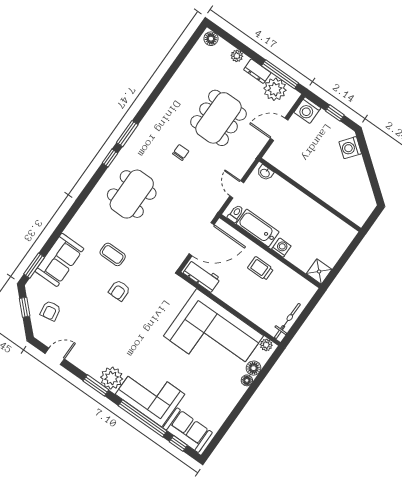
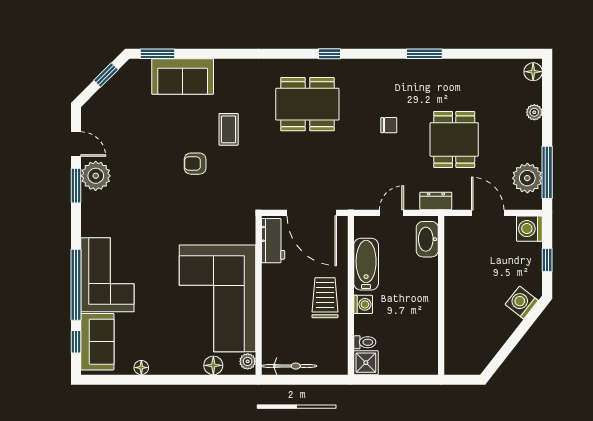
dresser: (257, 71) -> (436, 201), moved, turned 90
dining table: (218, 118) -> (454, 139), width x0.73
window: (127, 134) -> (424, 54), moved
washbasin: (265, 173) -> (427, 239), width x1.91, depth x1.45
toilet: (236, 214) -> (365, 342), moved
trolley: (260, 268) -> (325, 298), width x1.36, depth x1.39
armchair: (50, 311) -> (122, 105), removed
plant: (112, 378) -> (96, 176), moved
floor lamp: (247, 380) -> (141, 368), moved
window: (96, 385) -> (76, 186), moved

